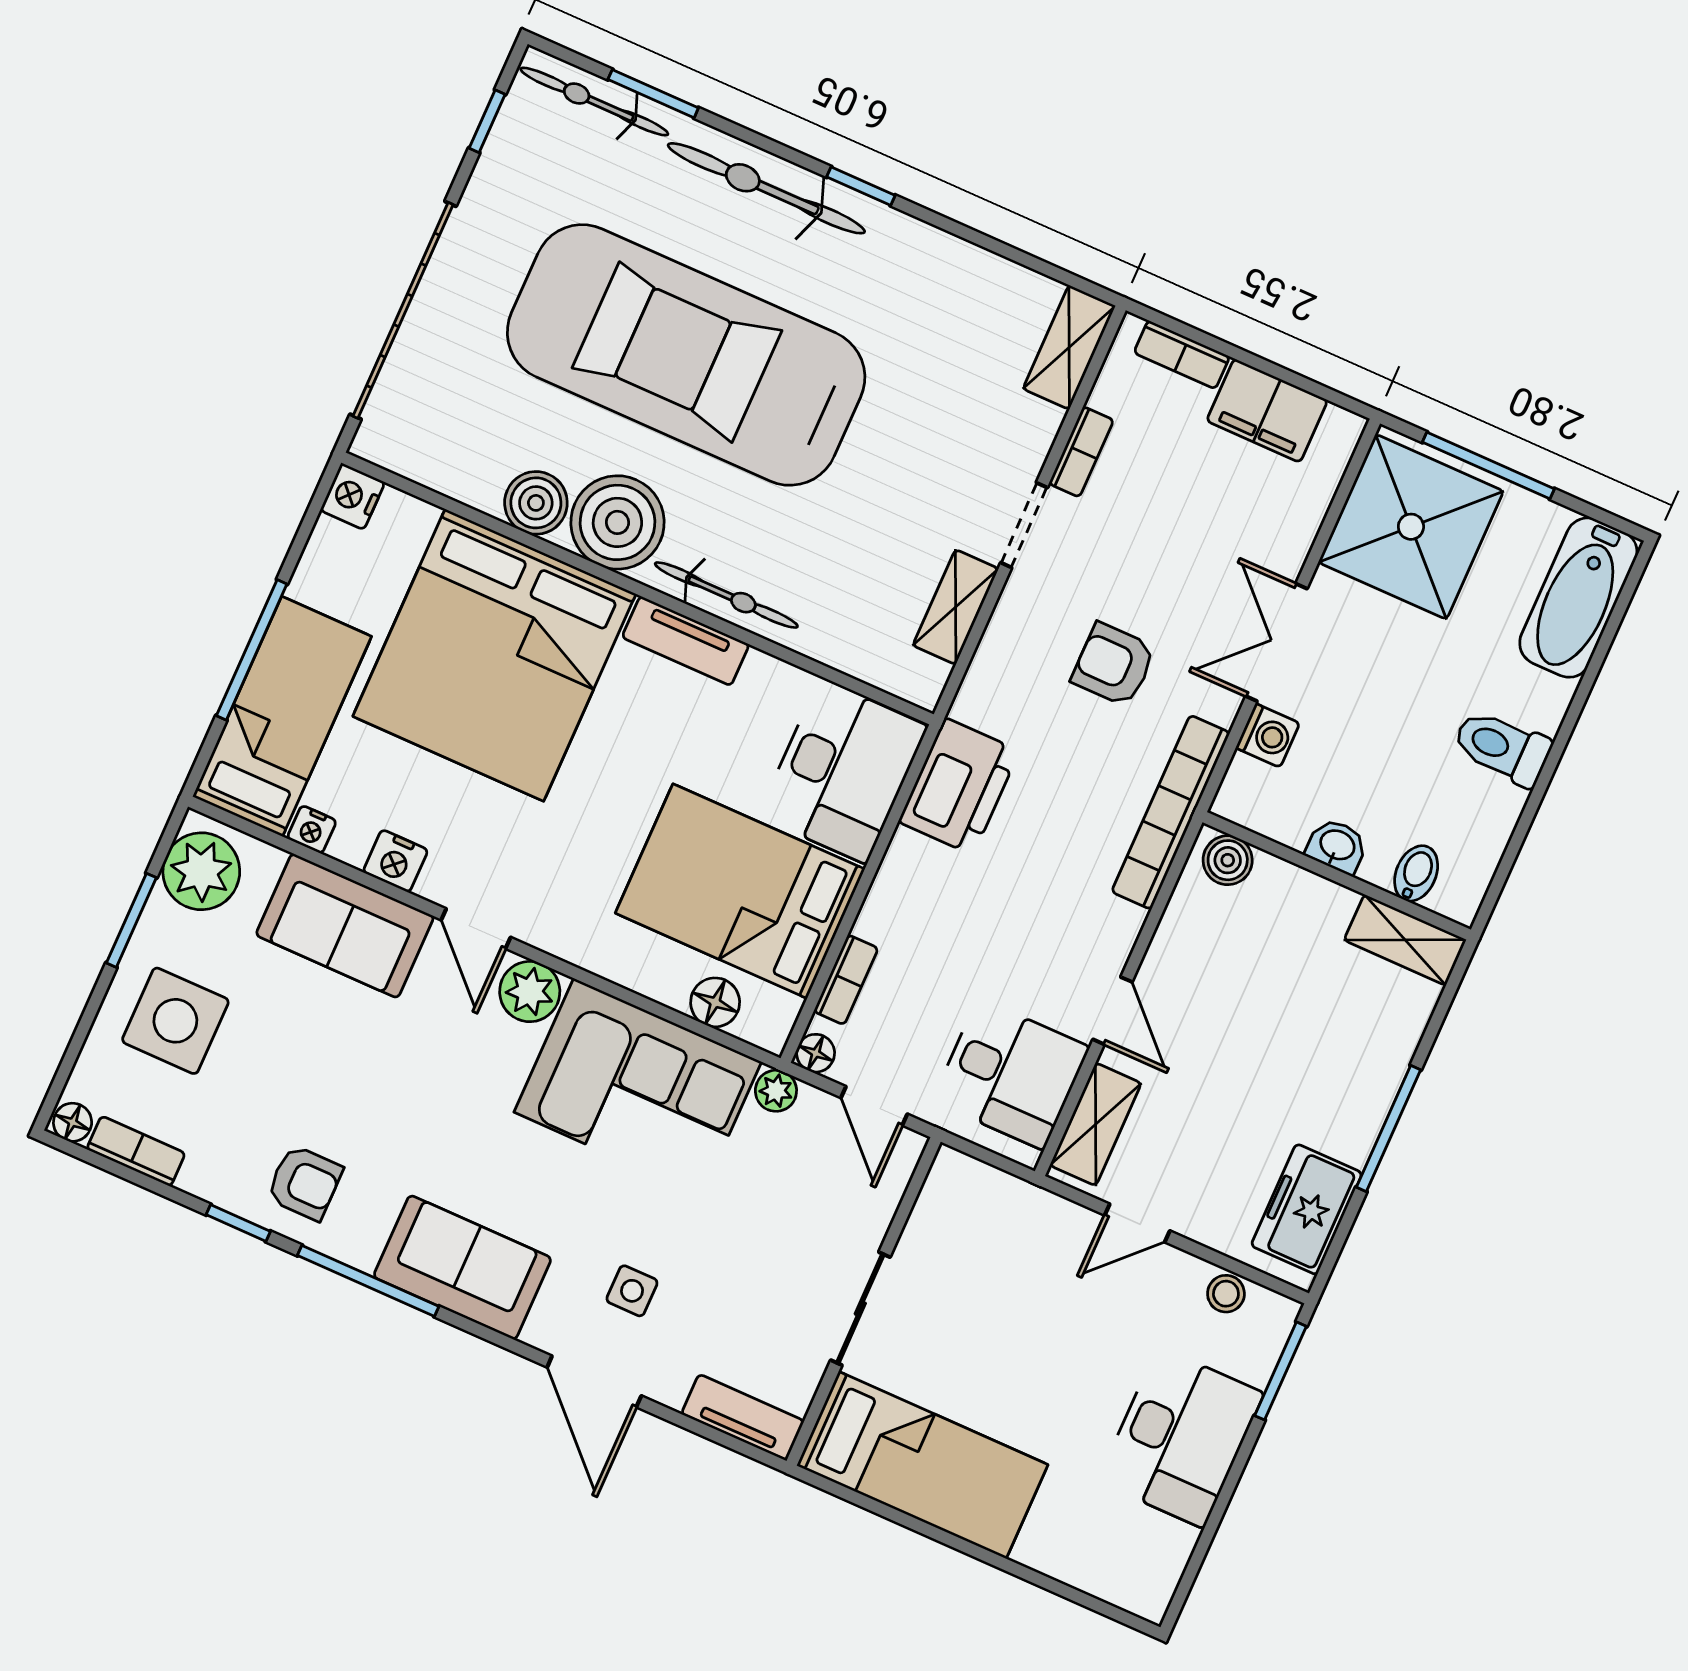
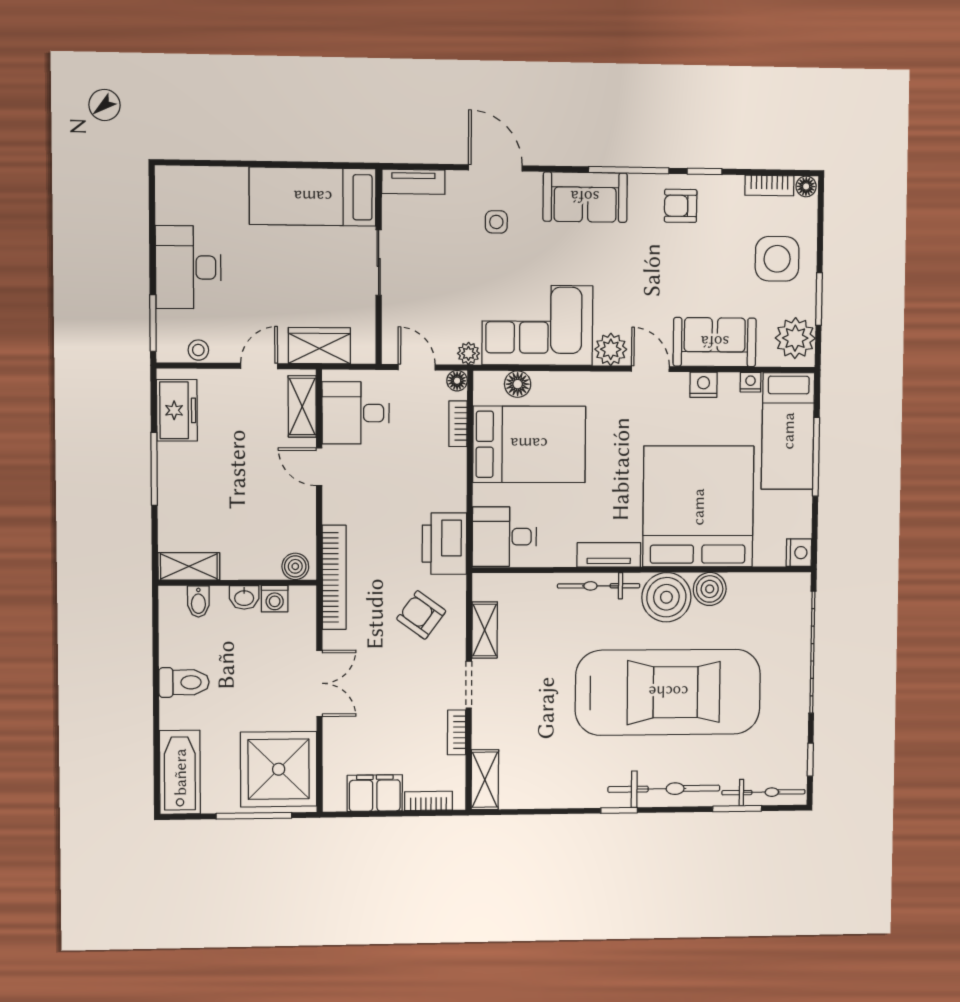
armchair: (1114, 665) -> (421, 615), moved, turned -144
washing machine: (1268, 735) -> (275, 599), moved, turned -90
desk: (843, 771) -> (504, 537), width x0.73
wardrobe: (1021, 1213) -> (319, 346), added

